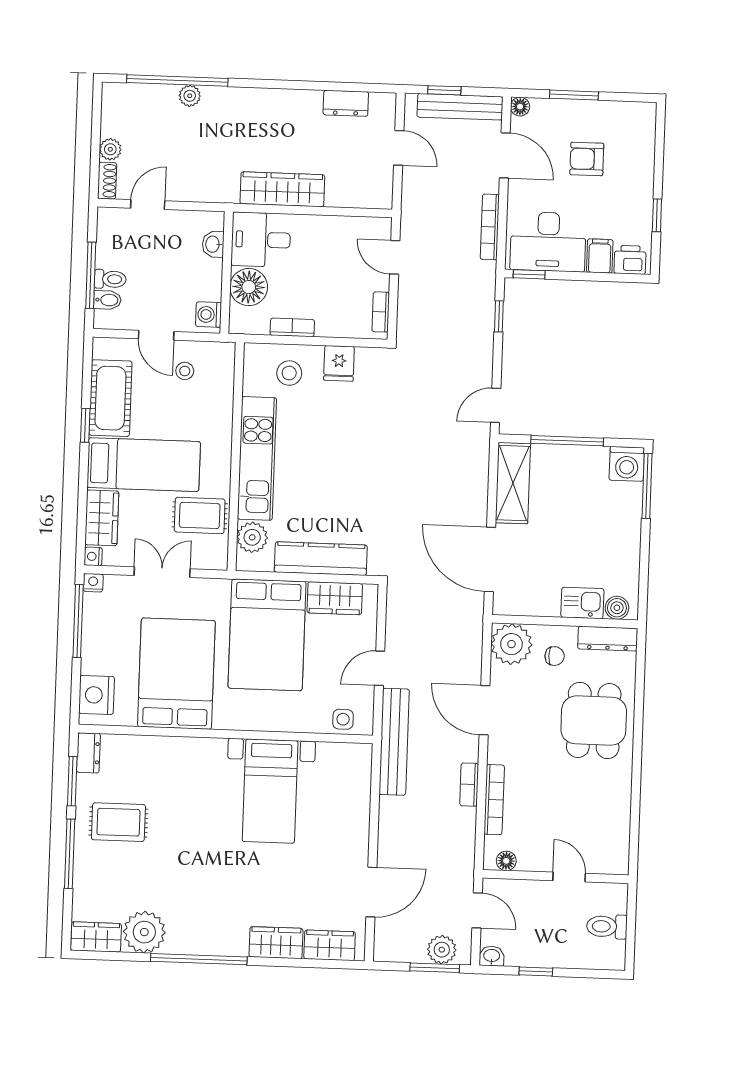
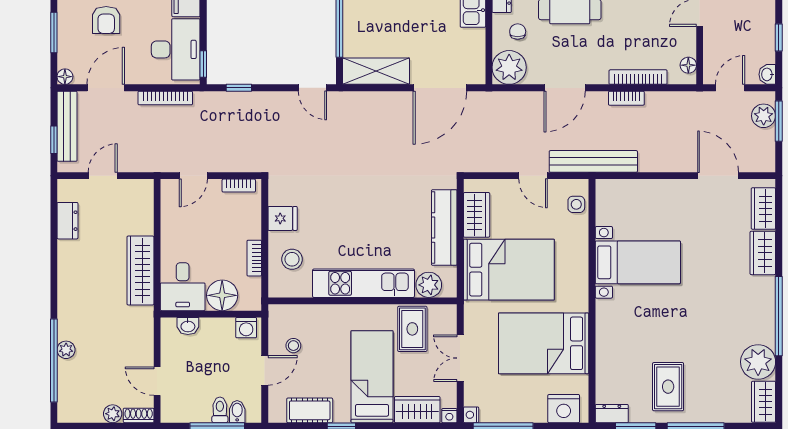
cot: (110, 398) -> (310, 410), width x0.73, depth x0.75

